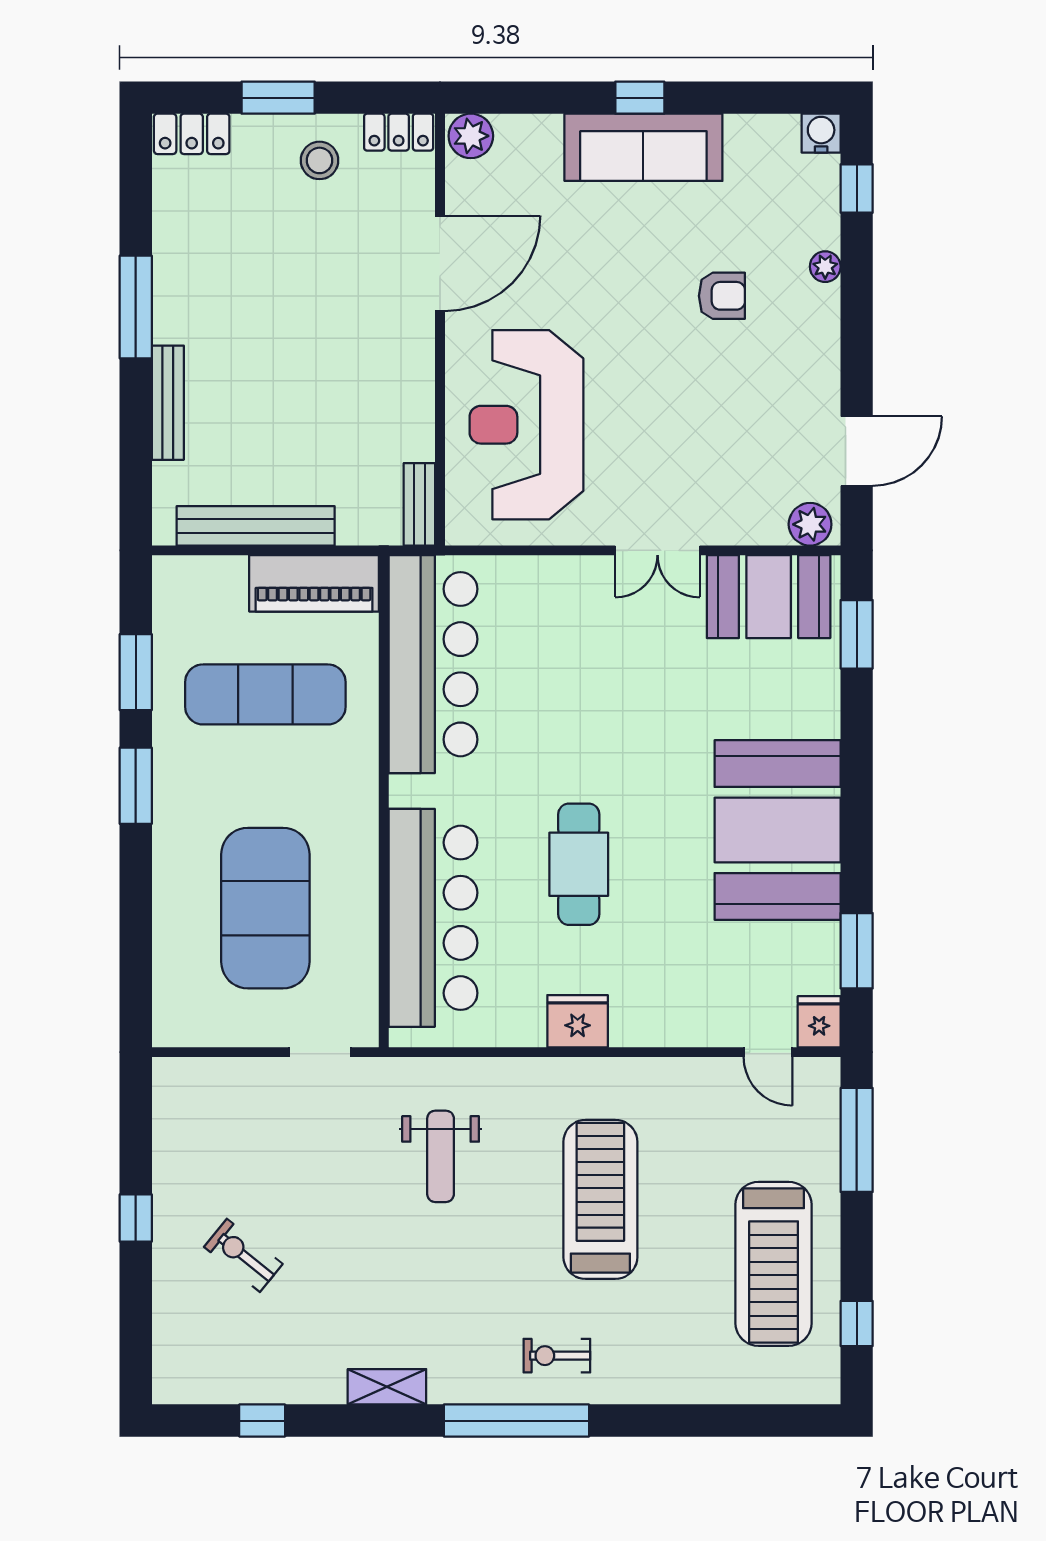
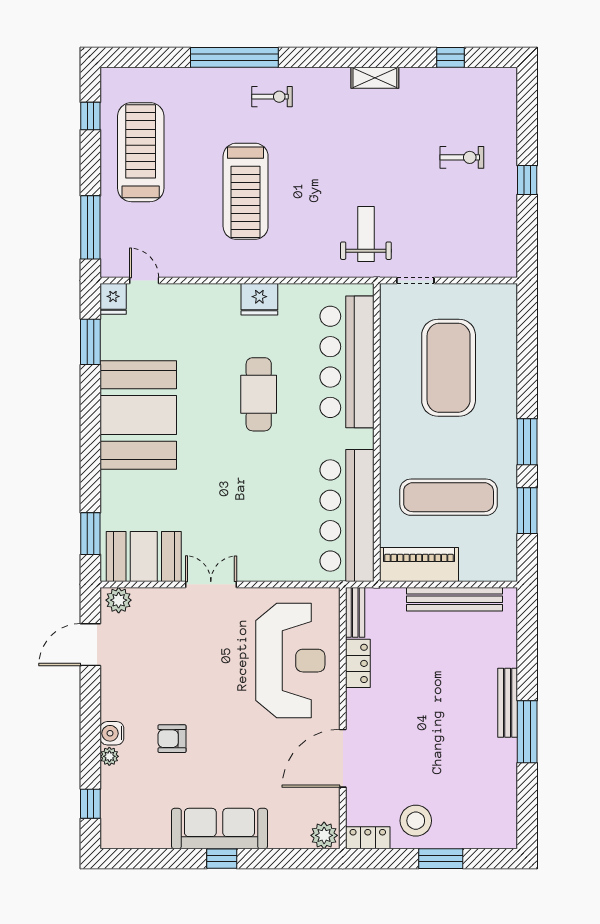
water cooler: (821, 133) -> (112, 733), moved, turned 90
locker: (192, 134) -> (358, 663), moved, turned 90
stool: (320, 160) -> (416, 821), width x1.38, depth x1.38
bench: (168, 403) -> (508, 703), moved
weight bench: (441, 1156) -> (366, 234), moved
exercise bike: (243, 1255) -> (462, 157), turned -39
window: (516, 1421) -> (234, 57), moved

